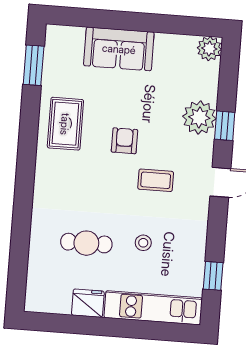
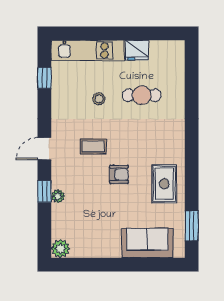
sofa: (119, 49) -> (147, 243), moved
plant: (199, 118) -> (58, 196), width x0.53, depth x0.53
armchair: (124, 141) -> (119, 174), turned -90

